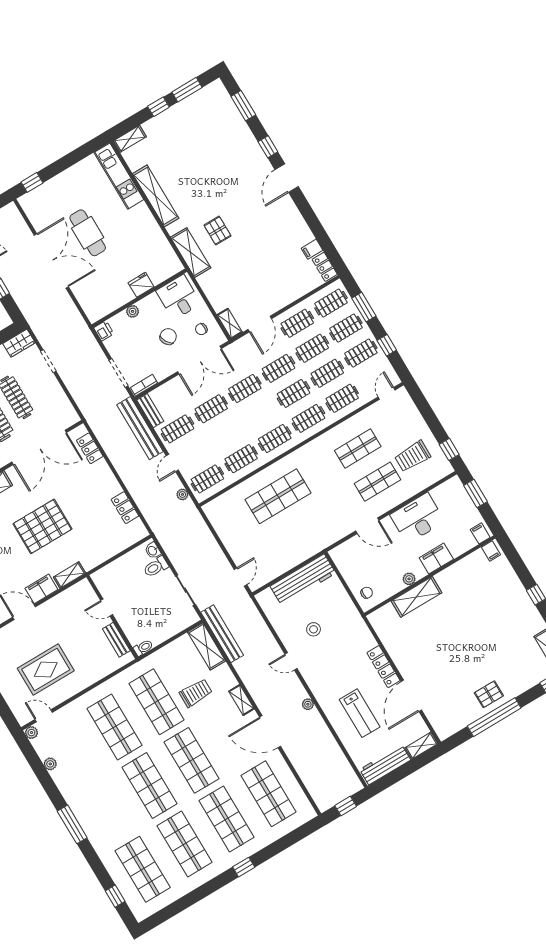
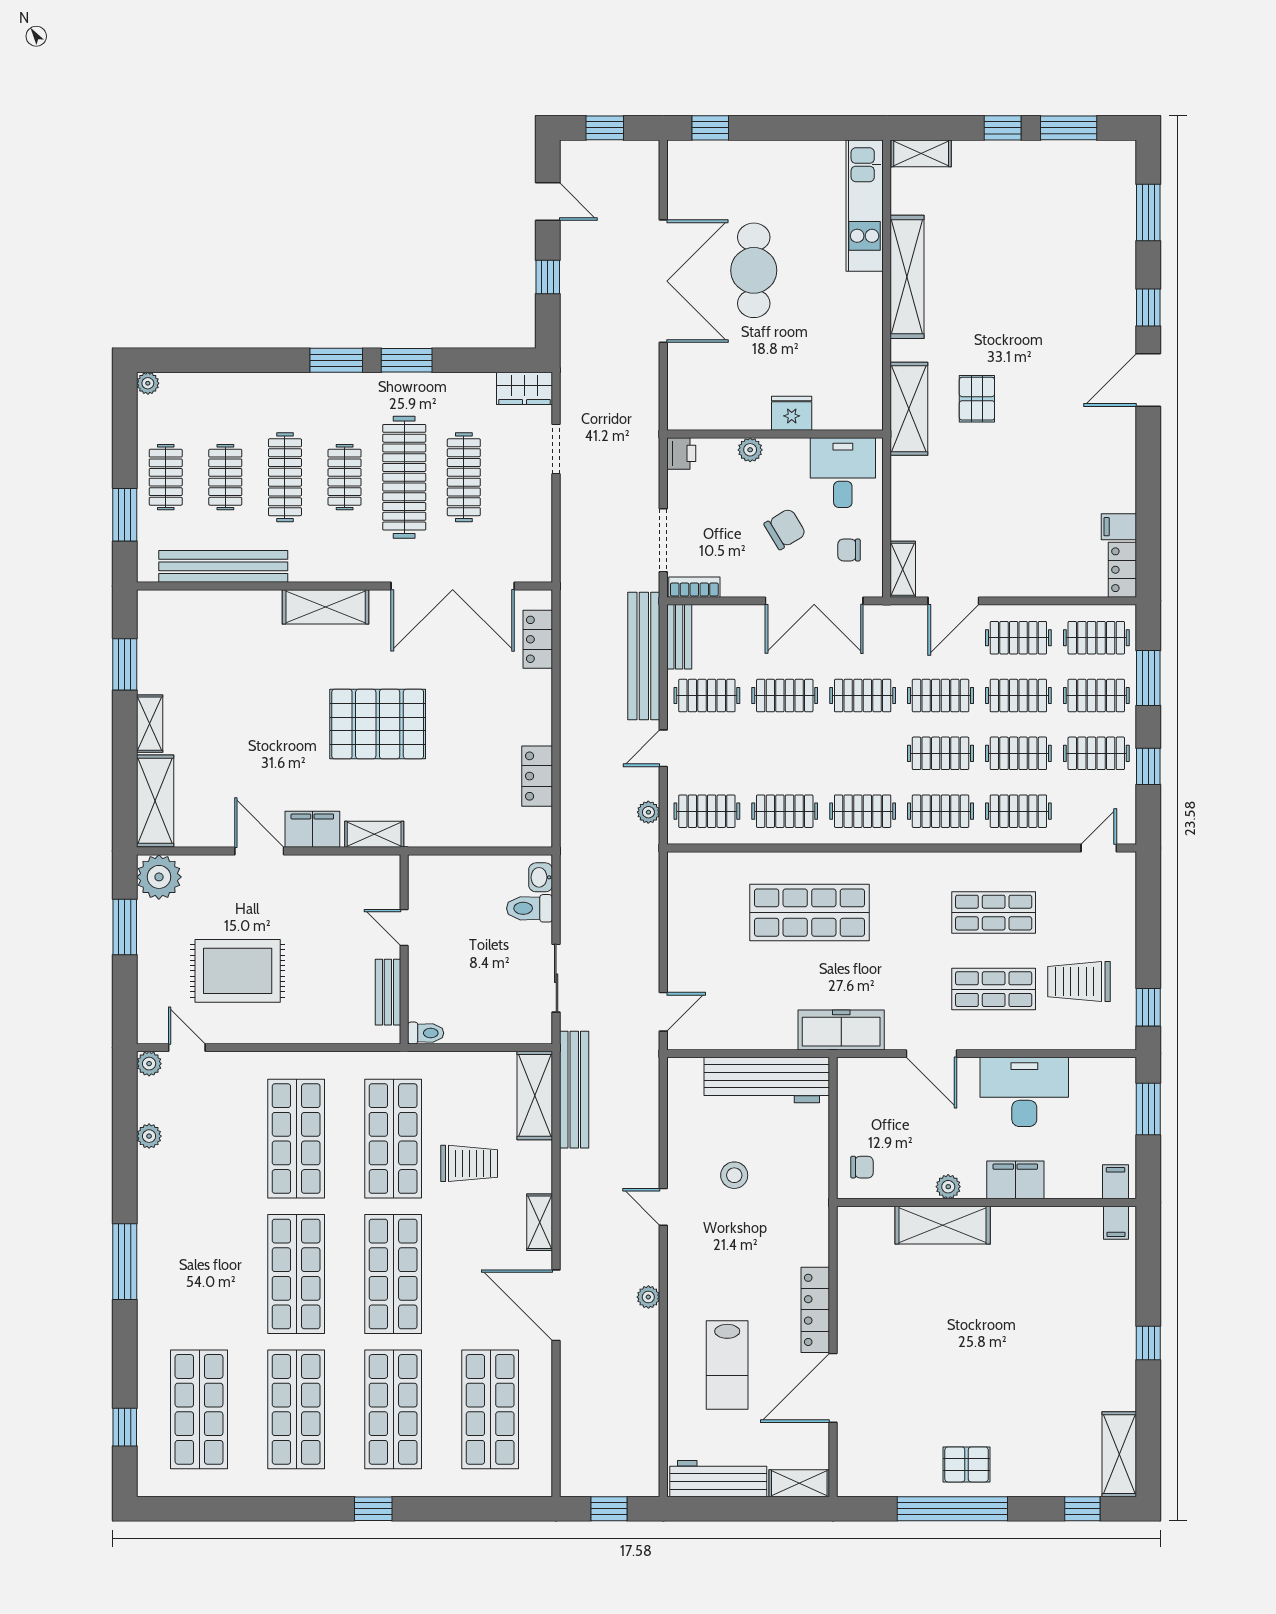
freezer: (322, 539) -> (841, 1030), added

